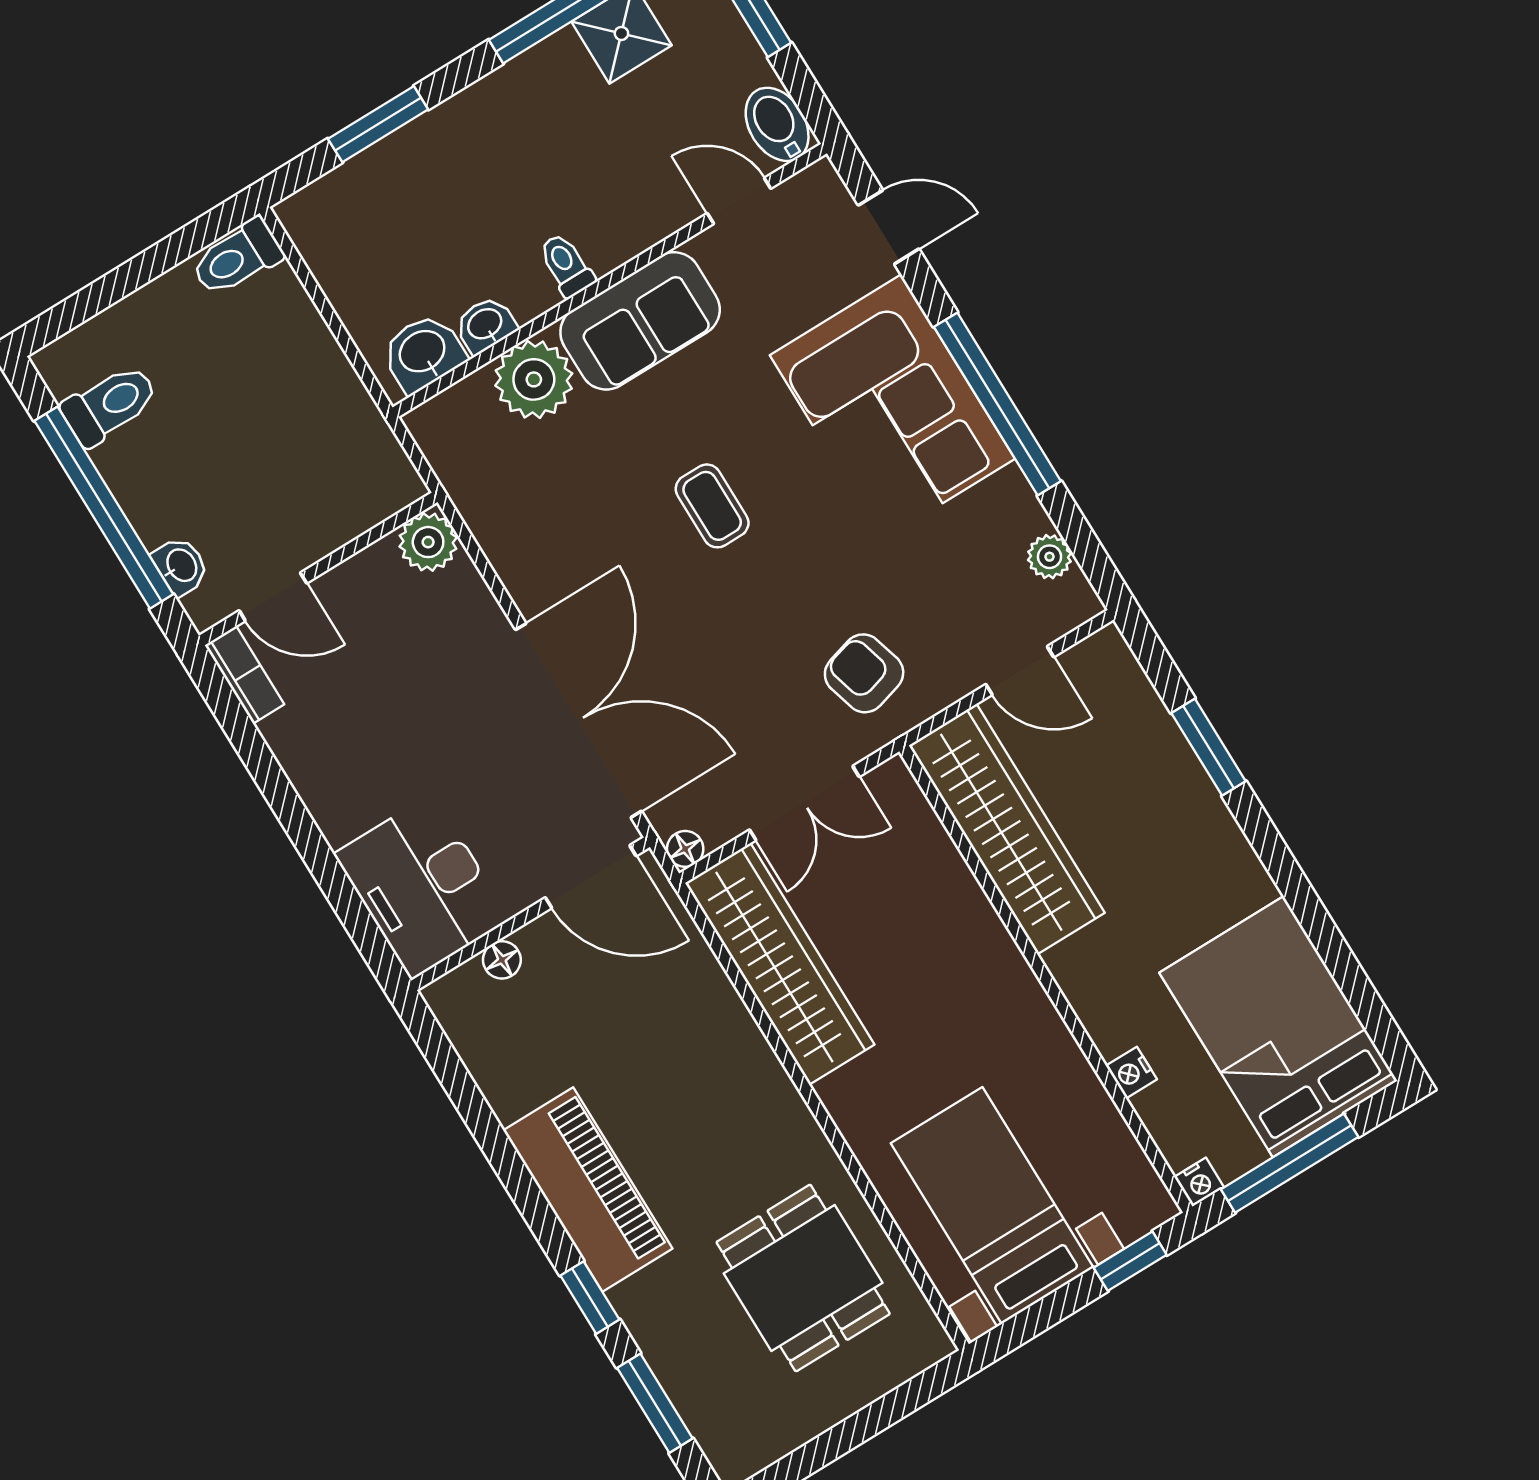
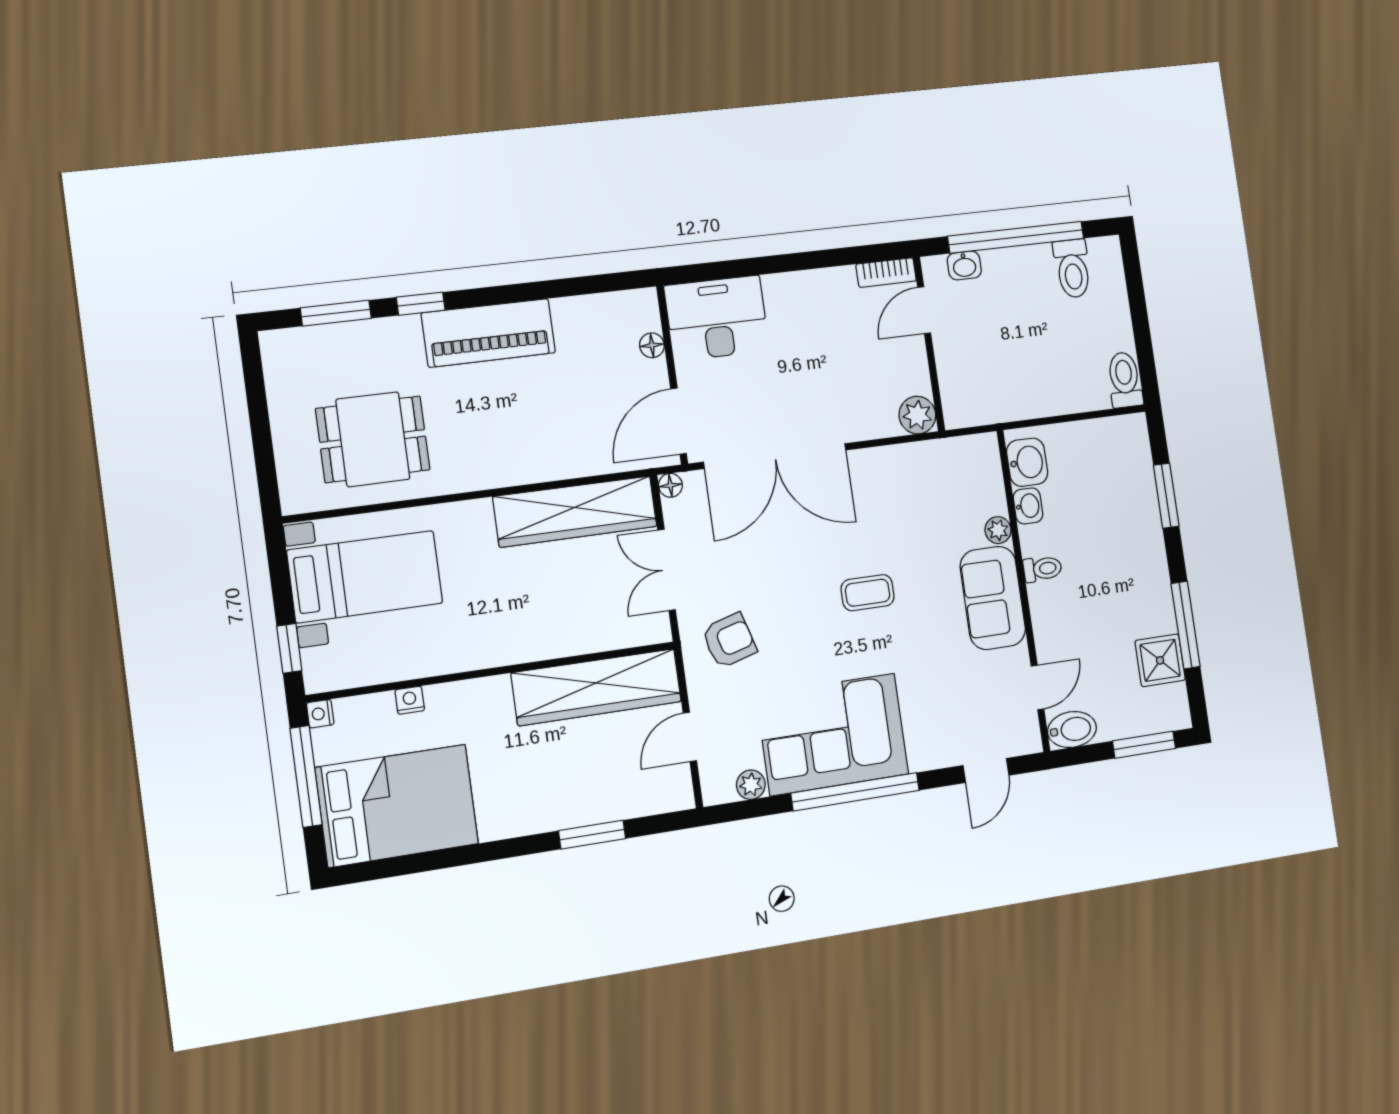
plant: (534, 379) -> (998, 530), width x0.53, depth x0.53
corner sofa: (892, 407) -> (832, 734), moved

